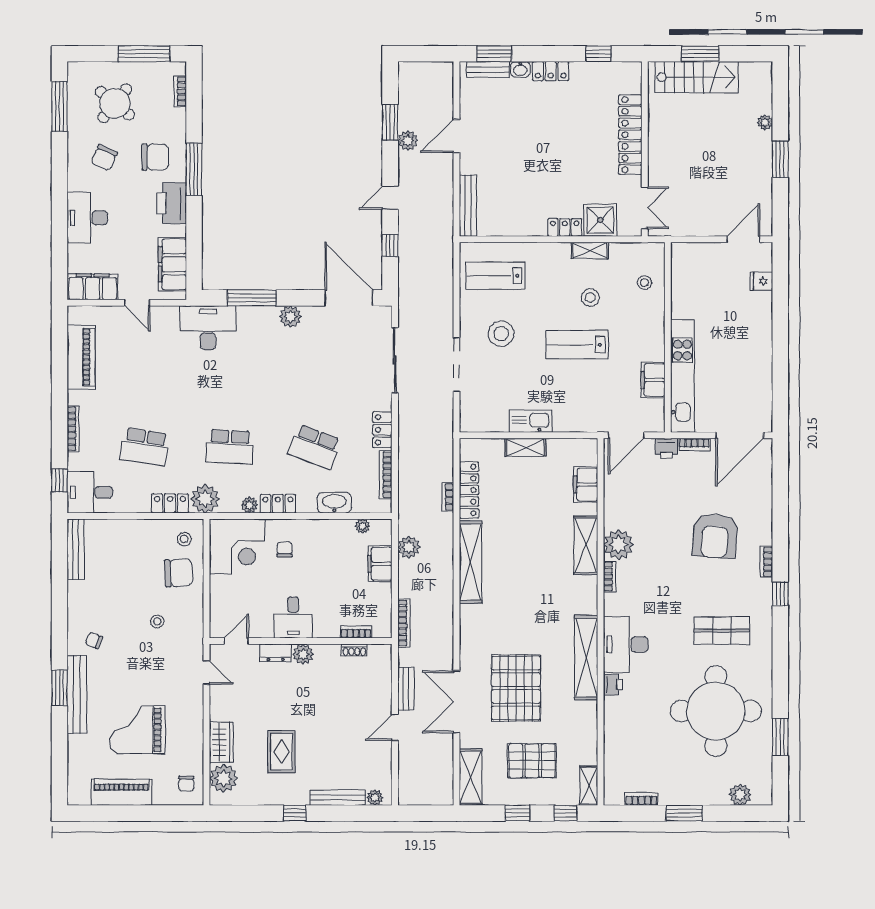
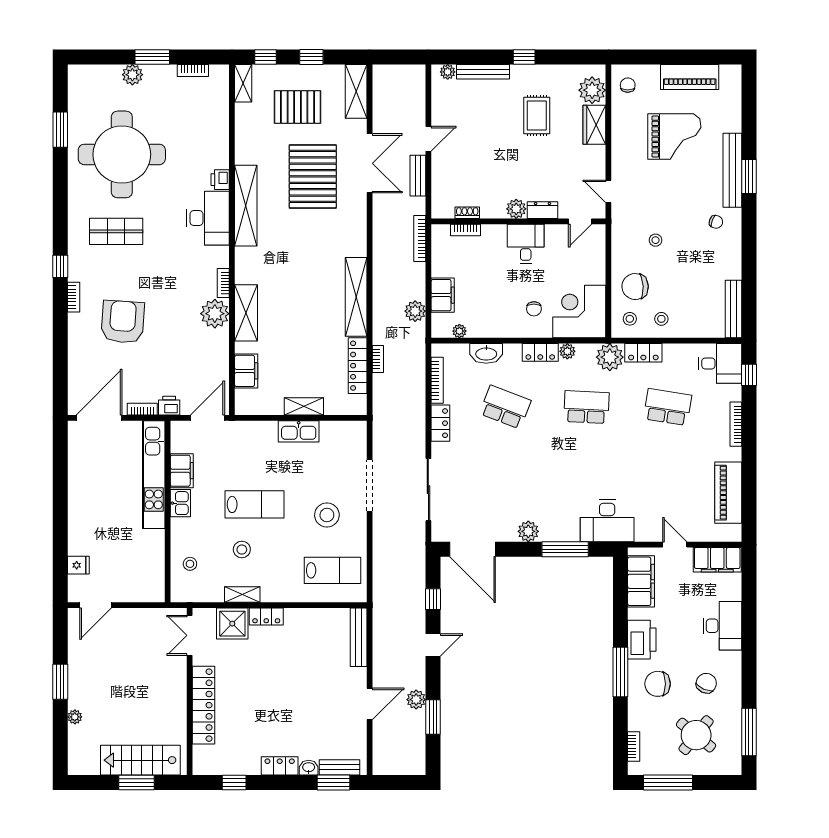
kitchen sink: (654, 346) -> (180, 503), added
stool: (151, 539) -> (661, 319), added
plant: (740, 795) -> (132, 75), moved

